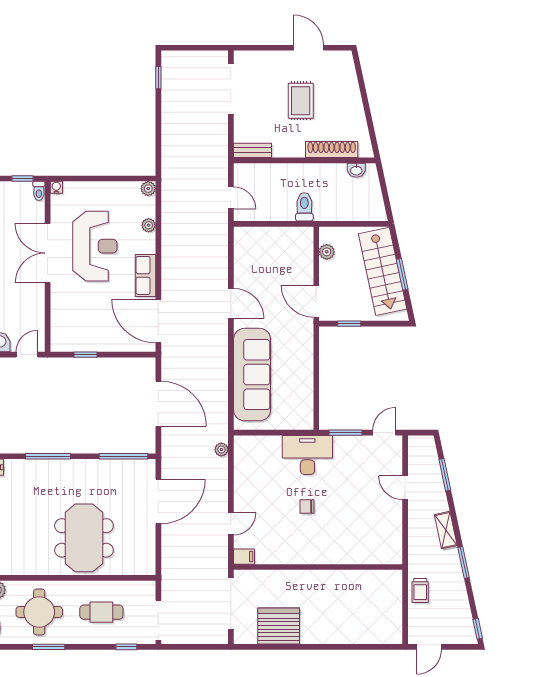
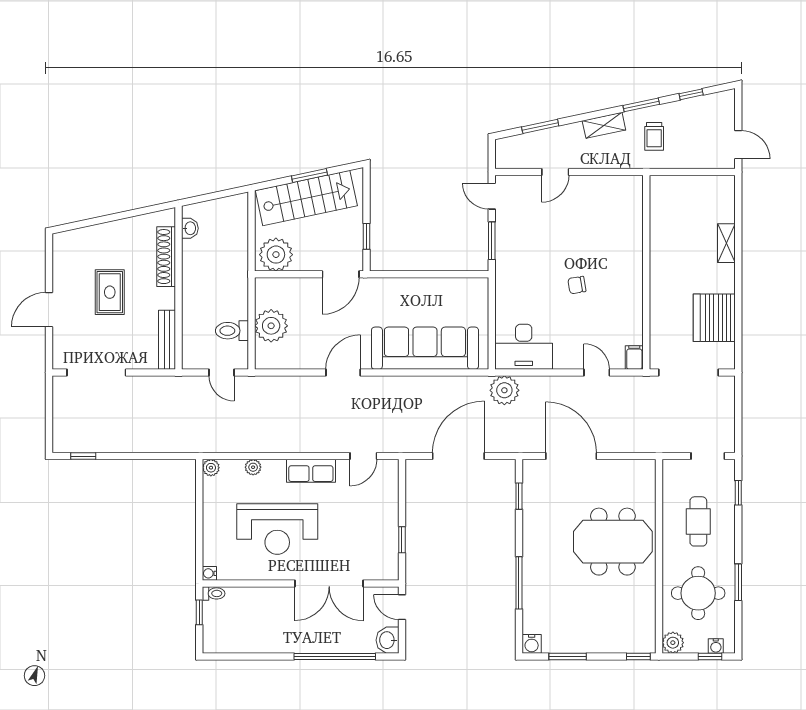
door: (309, 48) -> (49, 310), moved
rug: (301, 101) -> (110, 292), turned 90
bench: (253, 150) -> (167, 340), width x1.36
door: (231, 198) -> (222, 372), swing flipped
toilet: (304, 207) -> (232, 331), moved
plant: (271, 241) -> (271, 326), added
reception desk: (95, 246) -> (277, 529), turned 180
plant: (327, 252) -> (276, 255), width x1.87, depth x1.87
double door: (48, 253) -> (329, 583), moved
door: (158, 321) -> (363, 456), width x0.53
plant: (221, 450) -> (504, 390), width x1.87, depth x1.87
desk: (307, 455) -> (524, 347), moved, turned -90
window: (123, 456) -> (519, 496), width x0.46
chair: (307, 507) -> (577, 285), turned 81
trolley: (420, 590) -> (654, 136), moved, turned 90
doorway: (158, 620) -> (708, 456), width x0.73
window: (478, 629) -> (691, 94), moved
shelving: (343, 637) -> (726, 243), added

